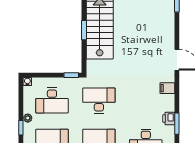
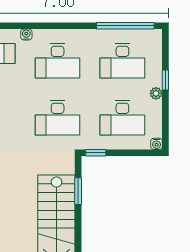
window: (84, 30) -> (78, 191), moved
desk: (52, 100) -> (122, 118), turned 180

